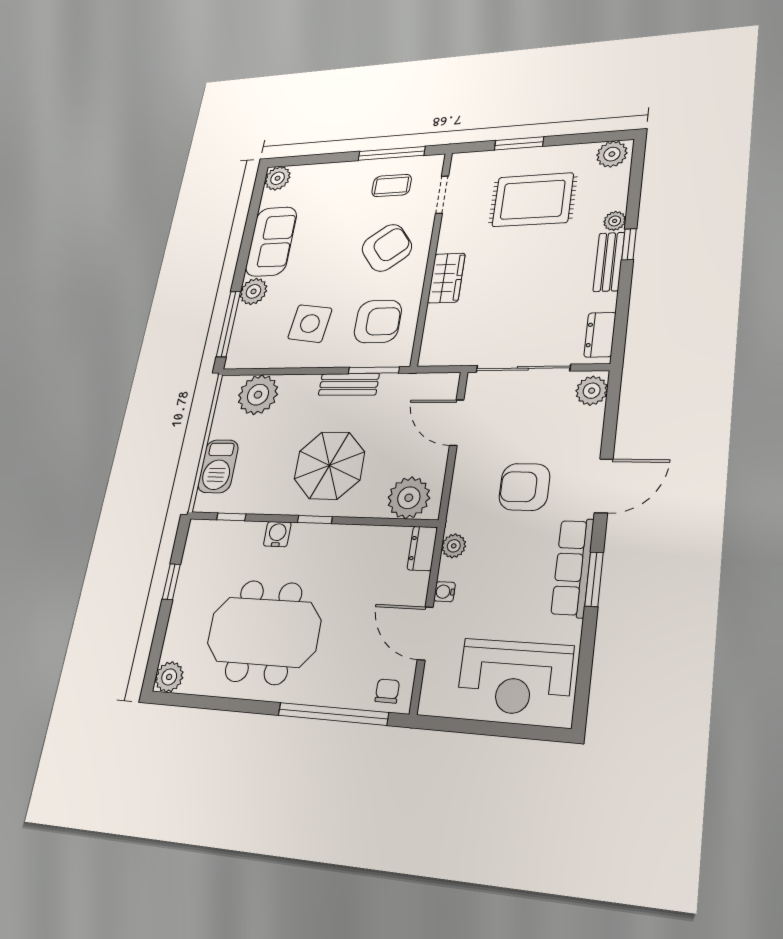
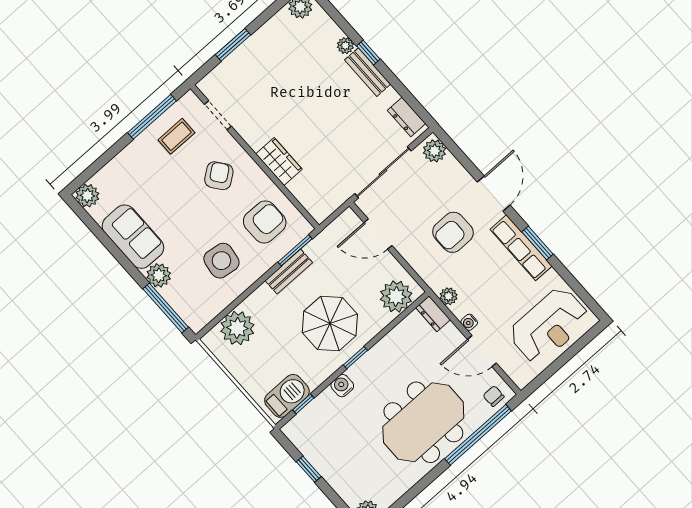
rug: (533, 200) -> (281, 72), removed
armchair: (387, 248) -> (219, 176), width x0.72, depth x0.72
barbecue: (218, 466) -> (287, 396), moved, turned -90
meeting table: (264, 632) -> (423, 422), moved

